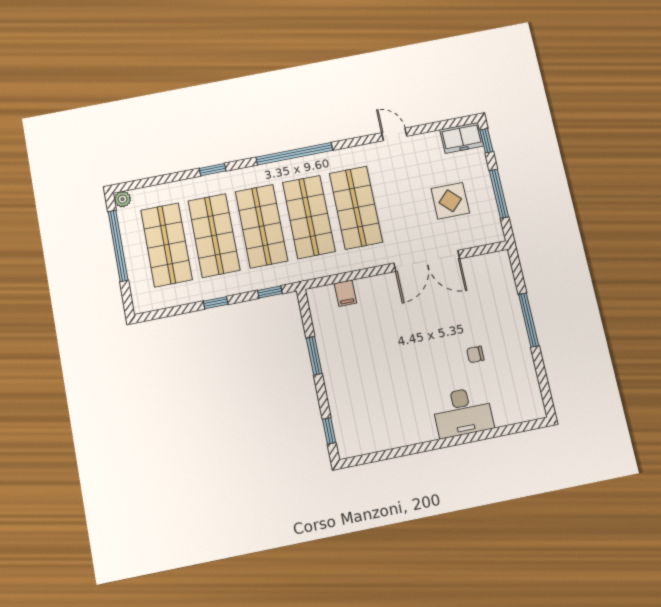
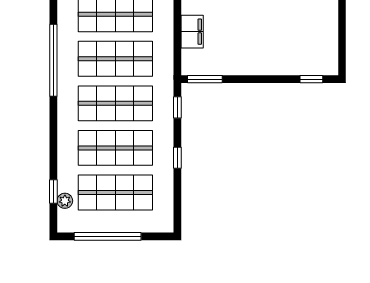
window: (213, 170) -> (53, 191), moved
plant: (123, 199) -> (65, 201), moved
filing cabinet: (345, 293) -> (192, 32), width x2.00
window: (314, 356) -> (205, 79), moved

